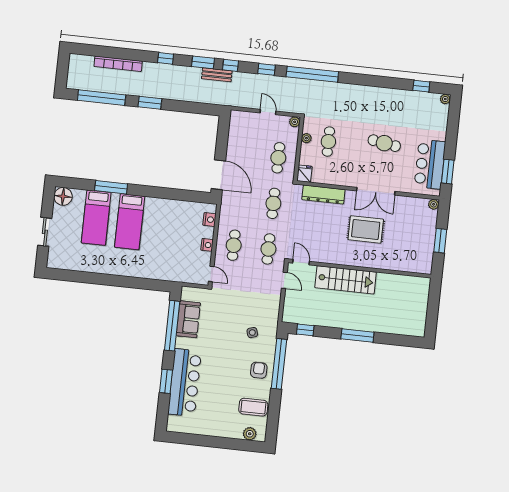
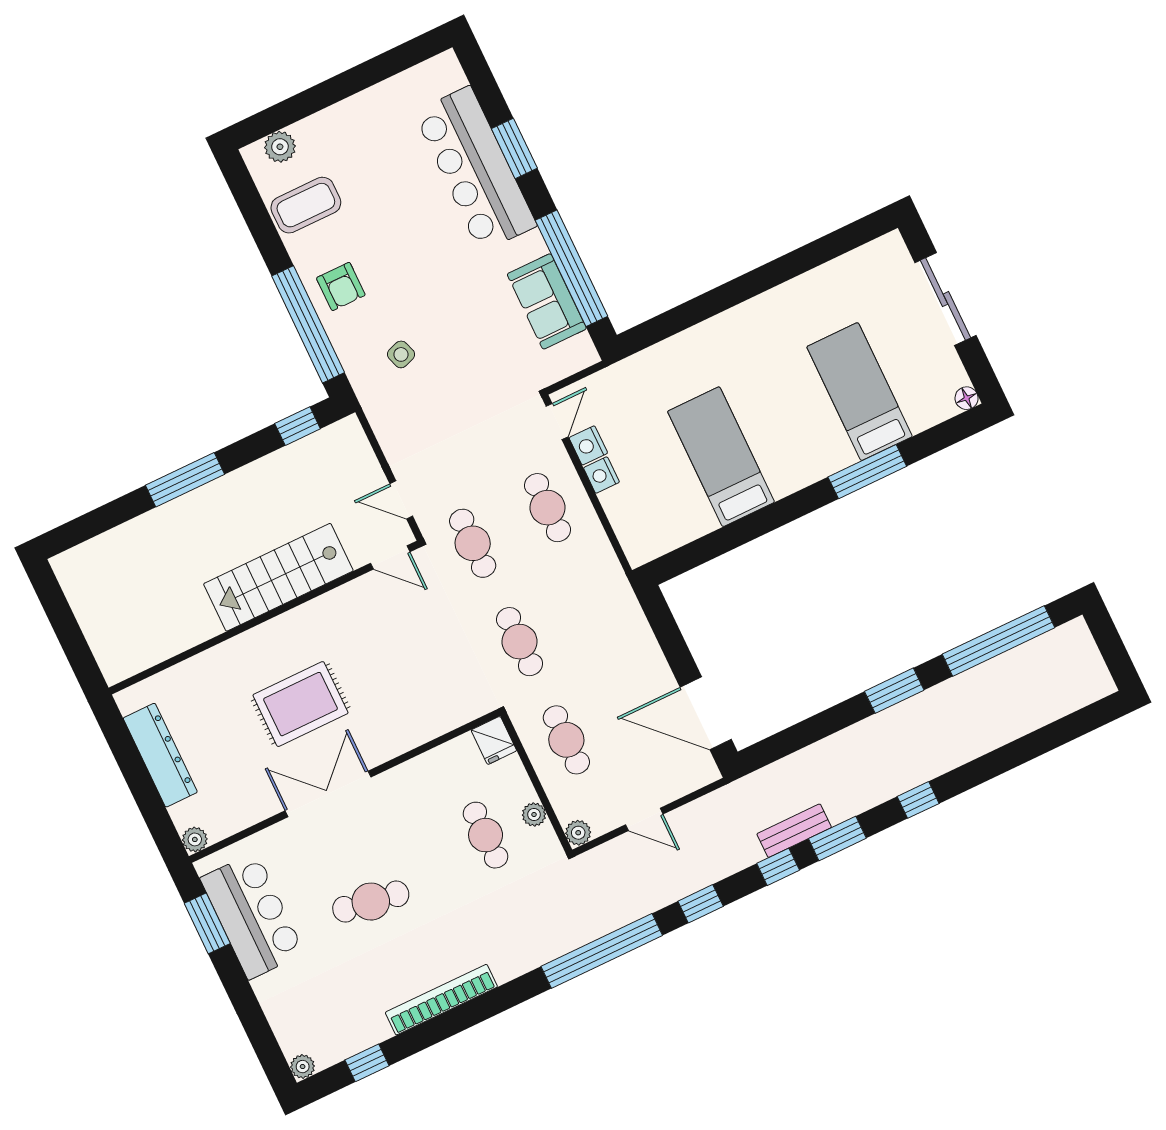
bookcase: (118, 64) -> (441, 1000), moved
door: (218, 175) -> (706, 713), moved
dresser: (323, 195) -> (160, 755), moved, turned 90
floor lamp: (63, 196) -> (967, 398), width x0.53, depth x0.53
nightstand: (209, 220) -> (588, 445), moved
bed: (130, 222) -> (721, 457), moved
sliding door: (45, 232) -> (946, 299), width x1.37
window: (440, 241) -> (136, 774), removed
door: (211, 274) -> (557, 421), swing flipped

